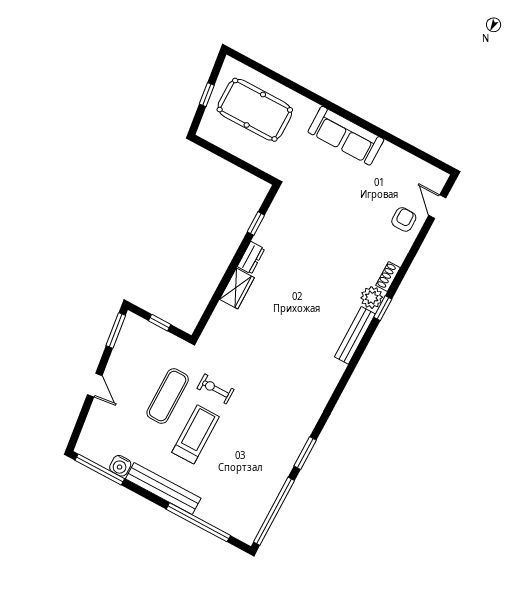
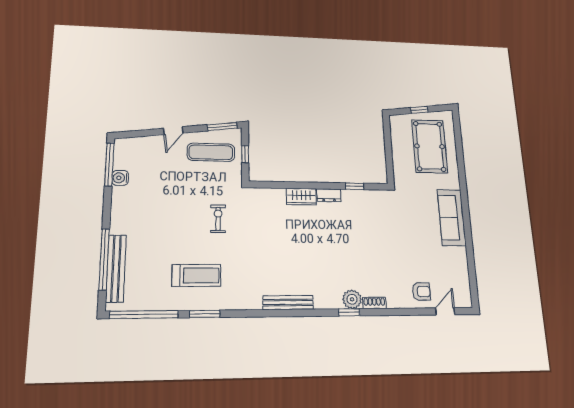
bench: (355, 335) -> (288, 303), moved
exercise mat: (168, 396) -> (211, 152), moved
treadmill: (196, 434) -> (196, 275), moved
bench: (163, 488) -> (116, 268), moved

